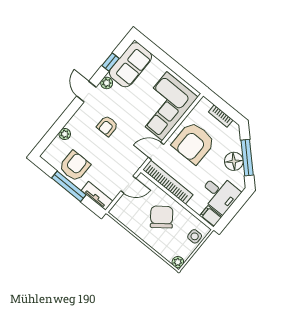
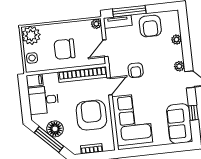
plant: (107, 83) -> (179, 66), moved
armchair: (107, 126) -> (136, 70), moved, turned 180
window: (69, 186) -> (129, 11), moved
plant: (116, 211) -> (96, 24), added
chair: (162, 217) -> (65, 49), turned 127
plant: (178, 262) -> (31, 35), width x1.88, depth x1.88

